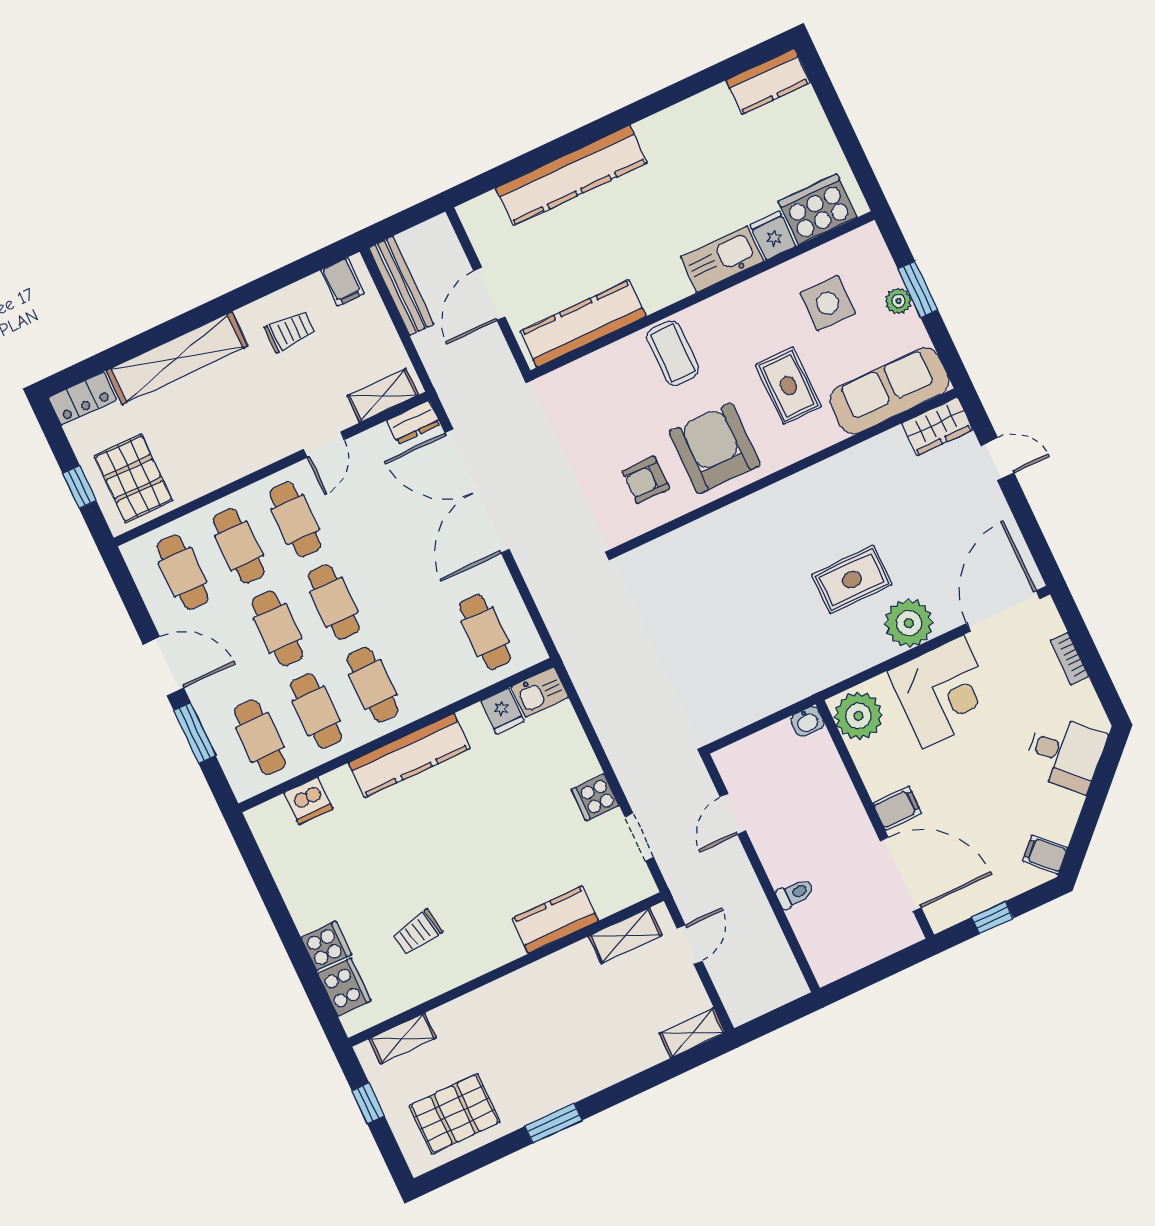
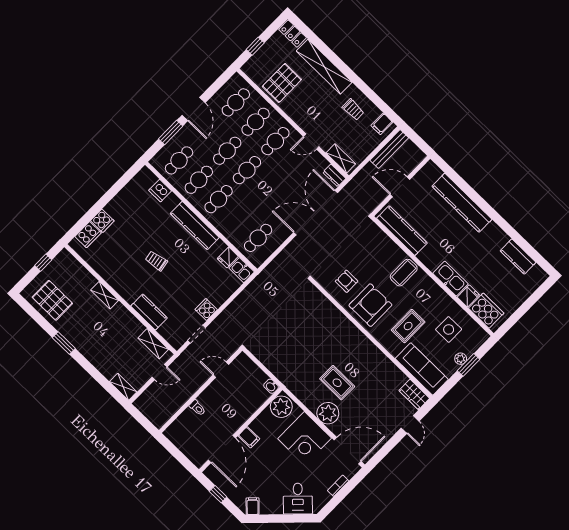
kitchen counter: (768, 81) -> (518, 257), moved
pallet: (133, 478) -> (282, 83), moved
trolley: (417, 933) -> (156, 261), moved
shelving: (403, 1038) -> (105, 295), moved

